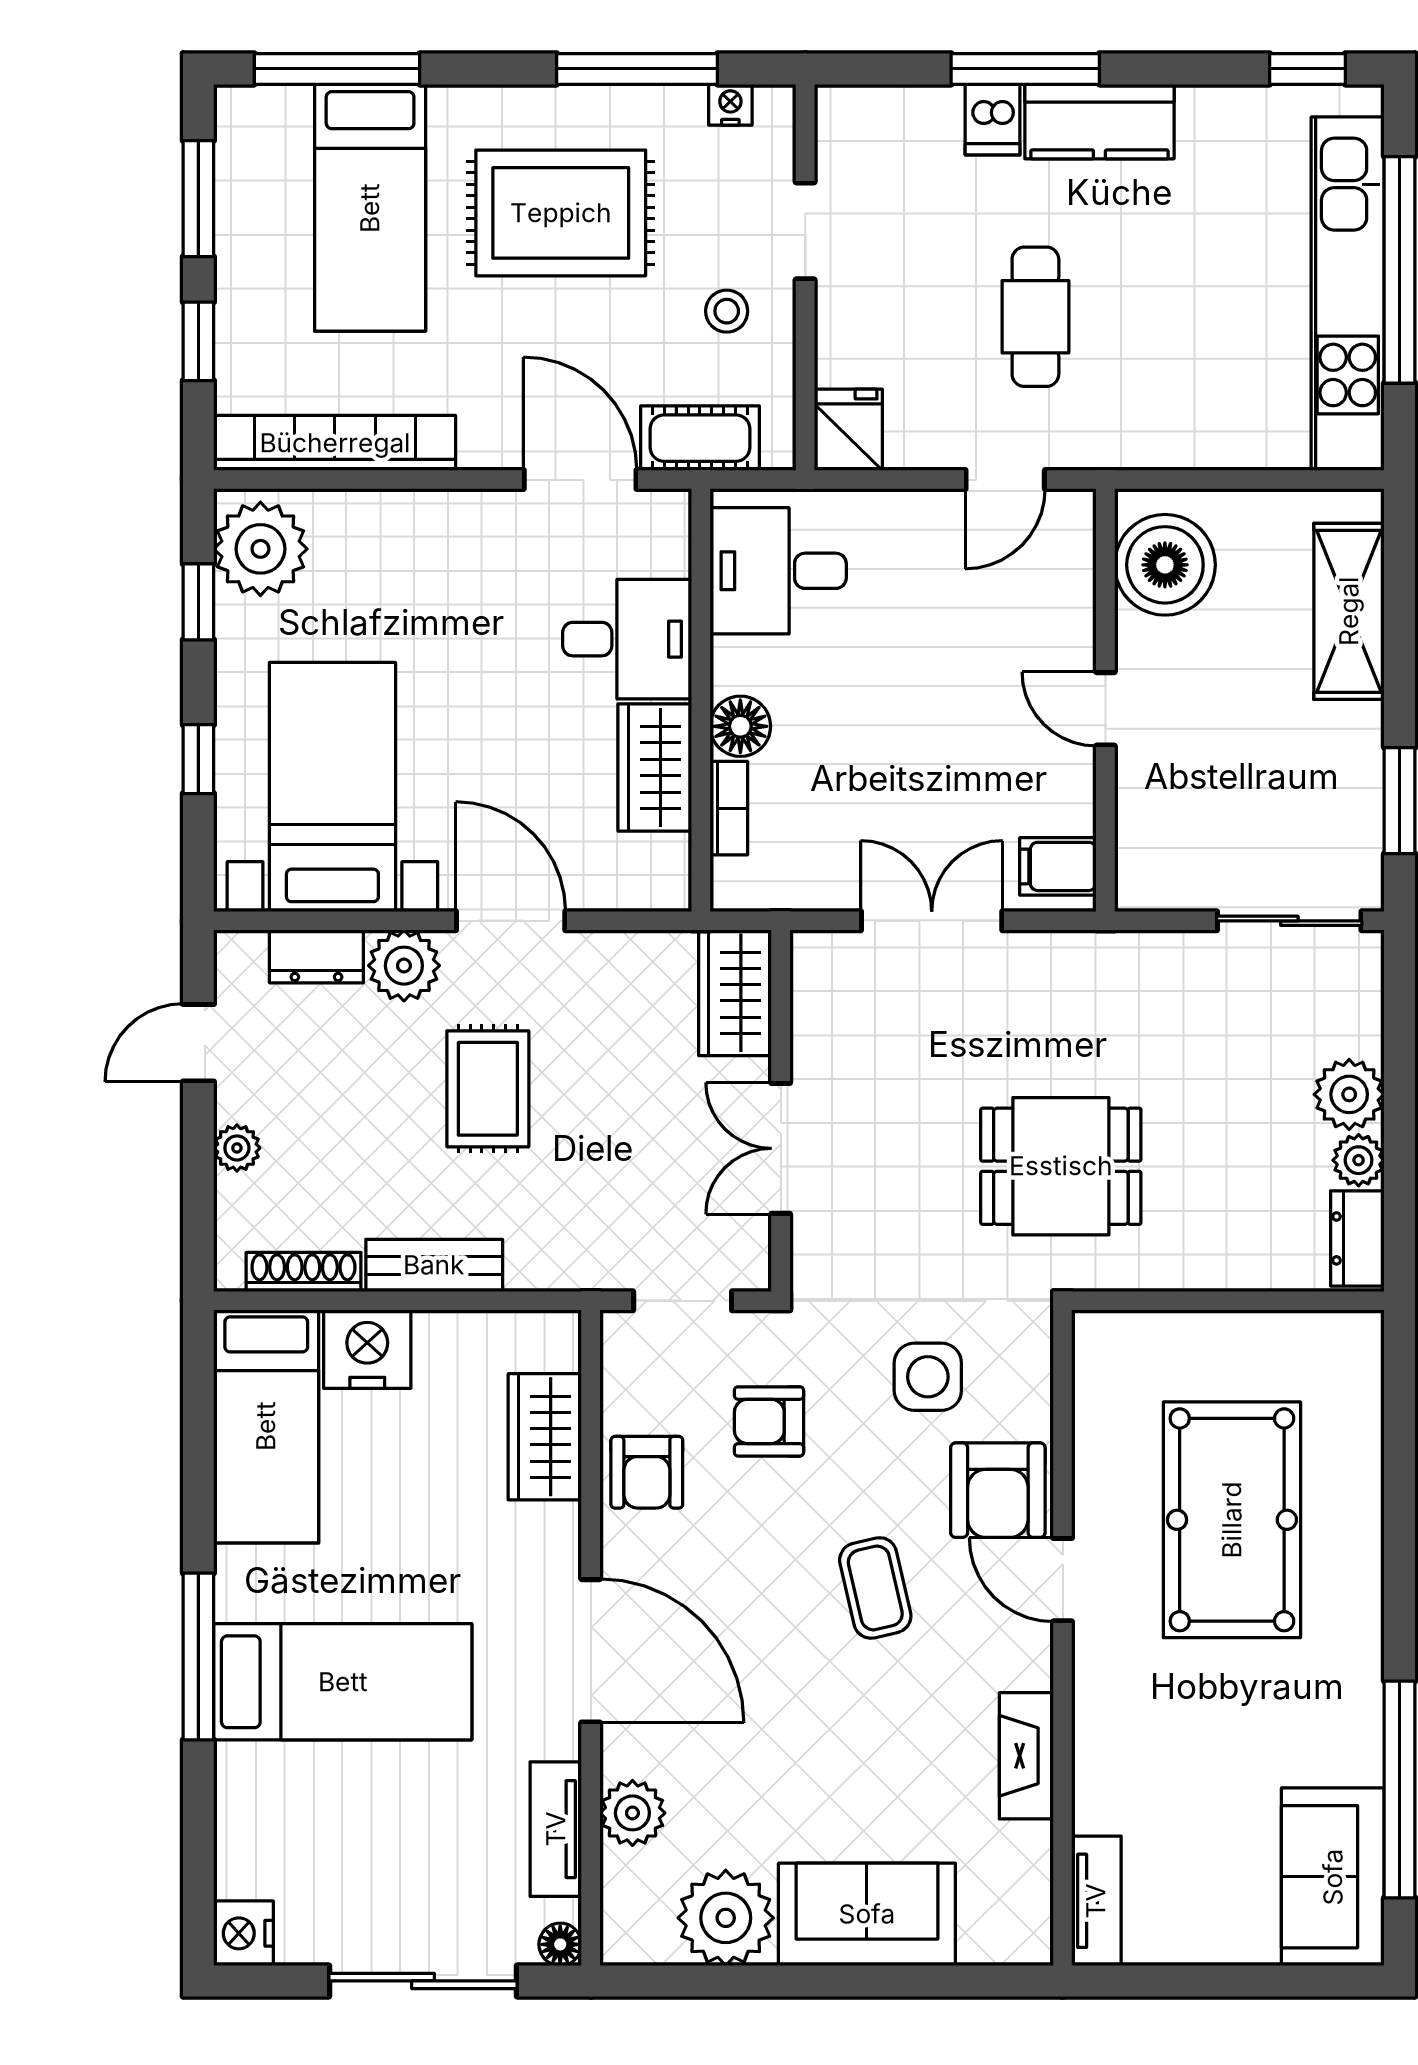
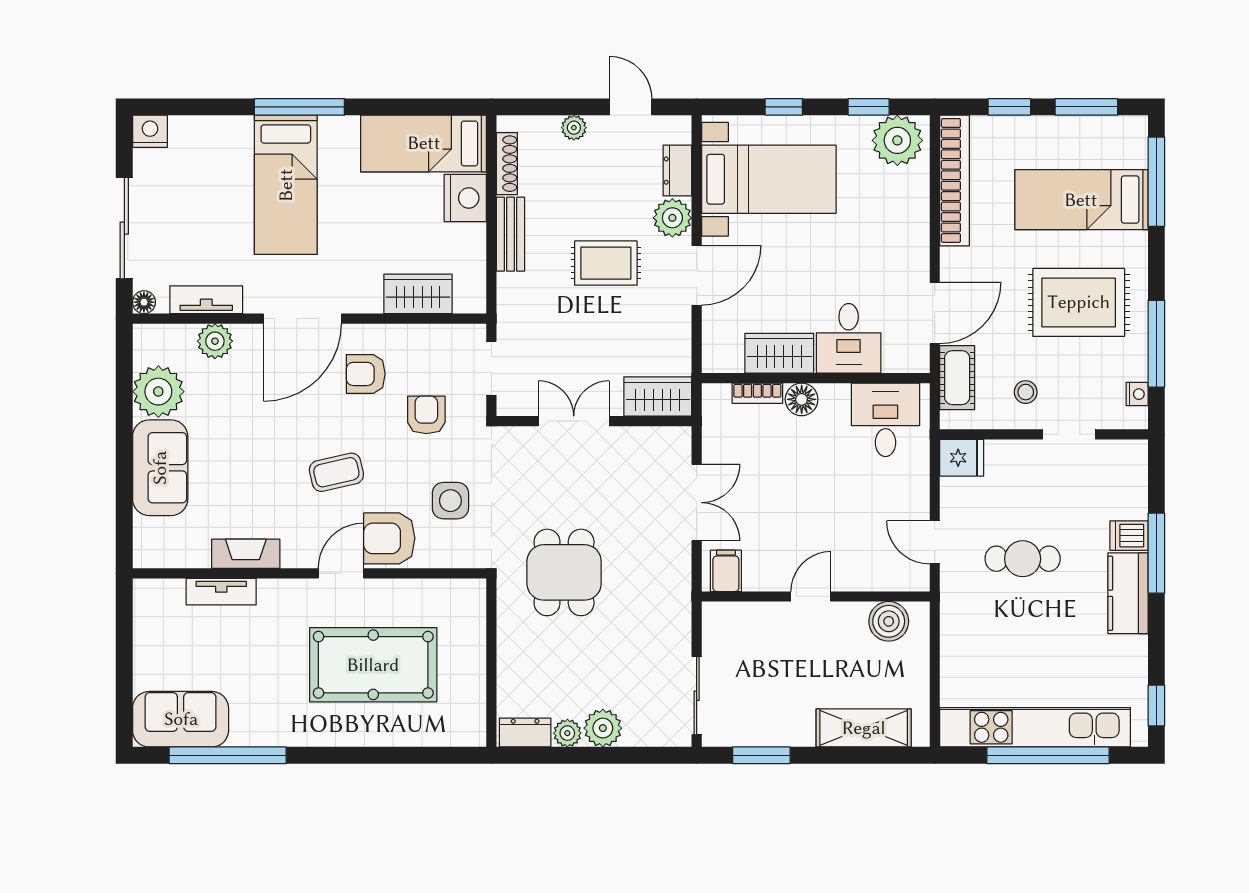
rug: (561, 213) -> (1079, 302), turned 90
boiler: (1165, 565) -> (889, 621), width x0.73, depth x0.73
armchair: (647, 1472) -> (366, 374), moved
tv unit: (1096, 1901) -> (221, 592), moved

